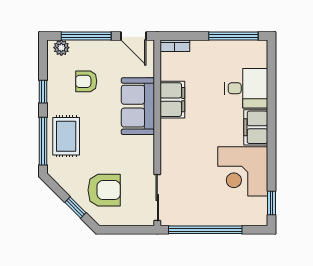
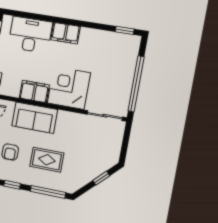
desk: (246, 88) -> (30, 35), width x1.37
rug: (66, 136) -> (47, 160), moved
corner desk: (243, 171) -> (69, 88), moved, turned 180
armchair: (104, 190) -> (92, 154), removed

